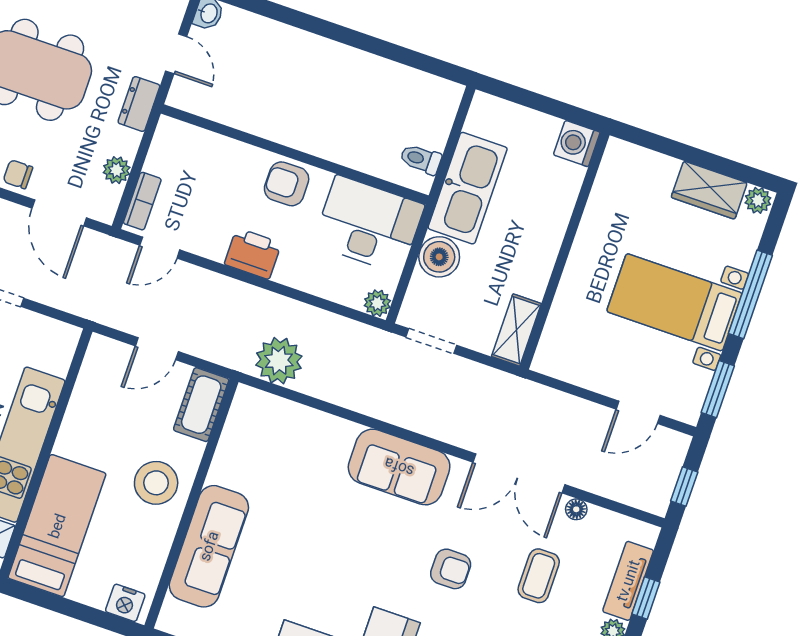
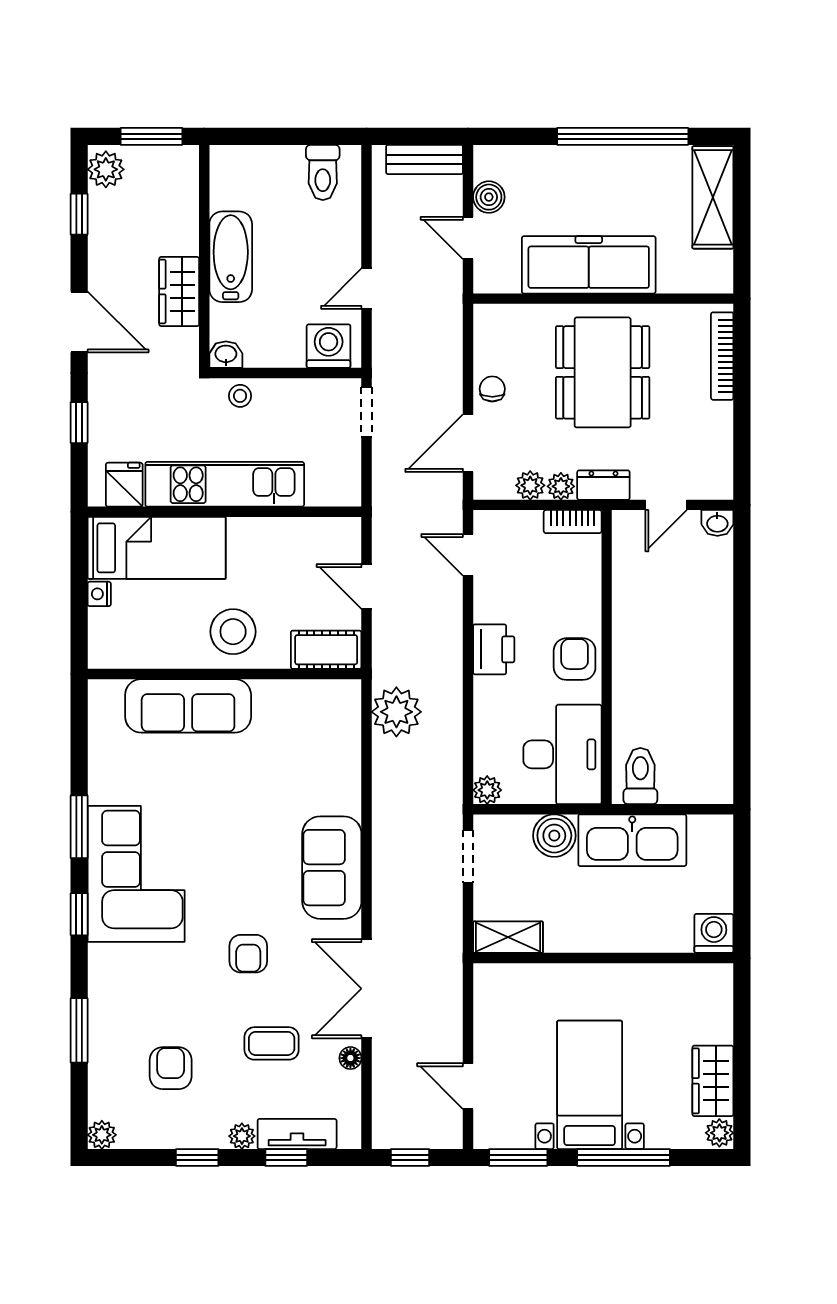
plant: (127, 143) -> (561, 486), added
toilet: (421, 159) -> (640, 776), width x1.37, depth x1.39
bookcase: (142, 201) -> (573, 522), moved
nightstand: (125, 603) -> (99, 594), moved, width x0.72, depth x0.74

